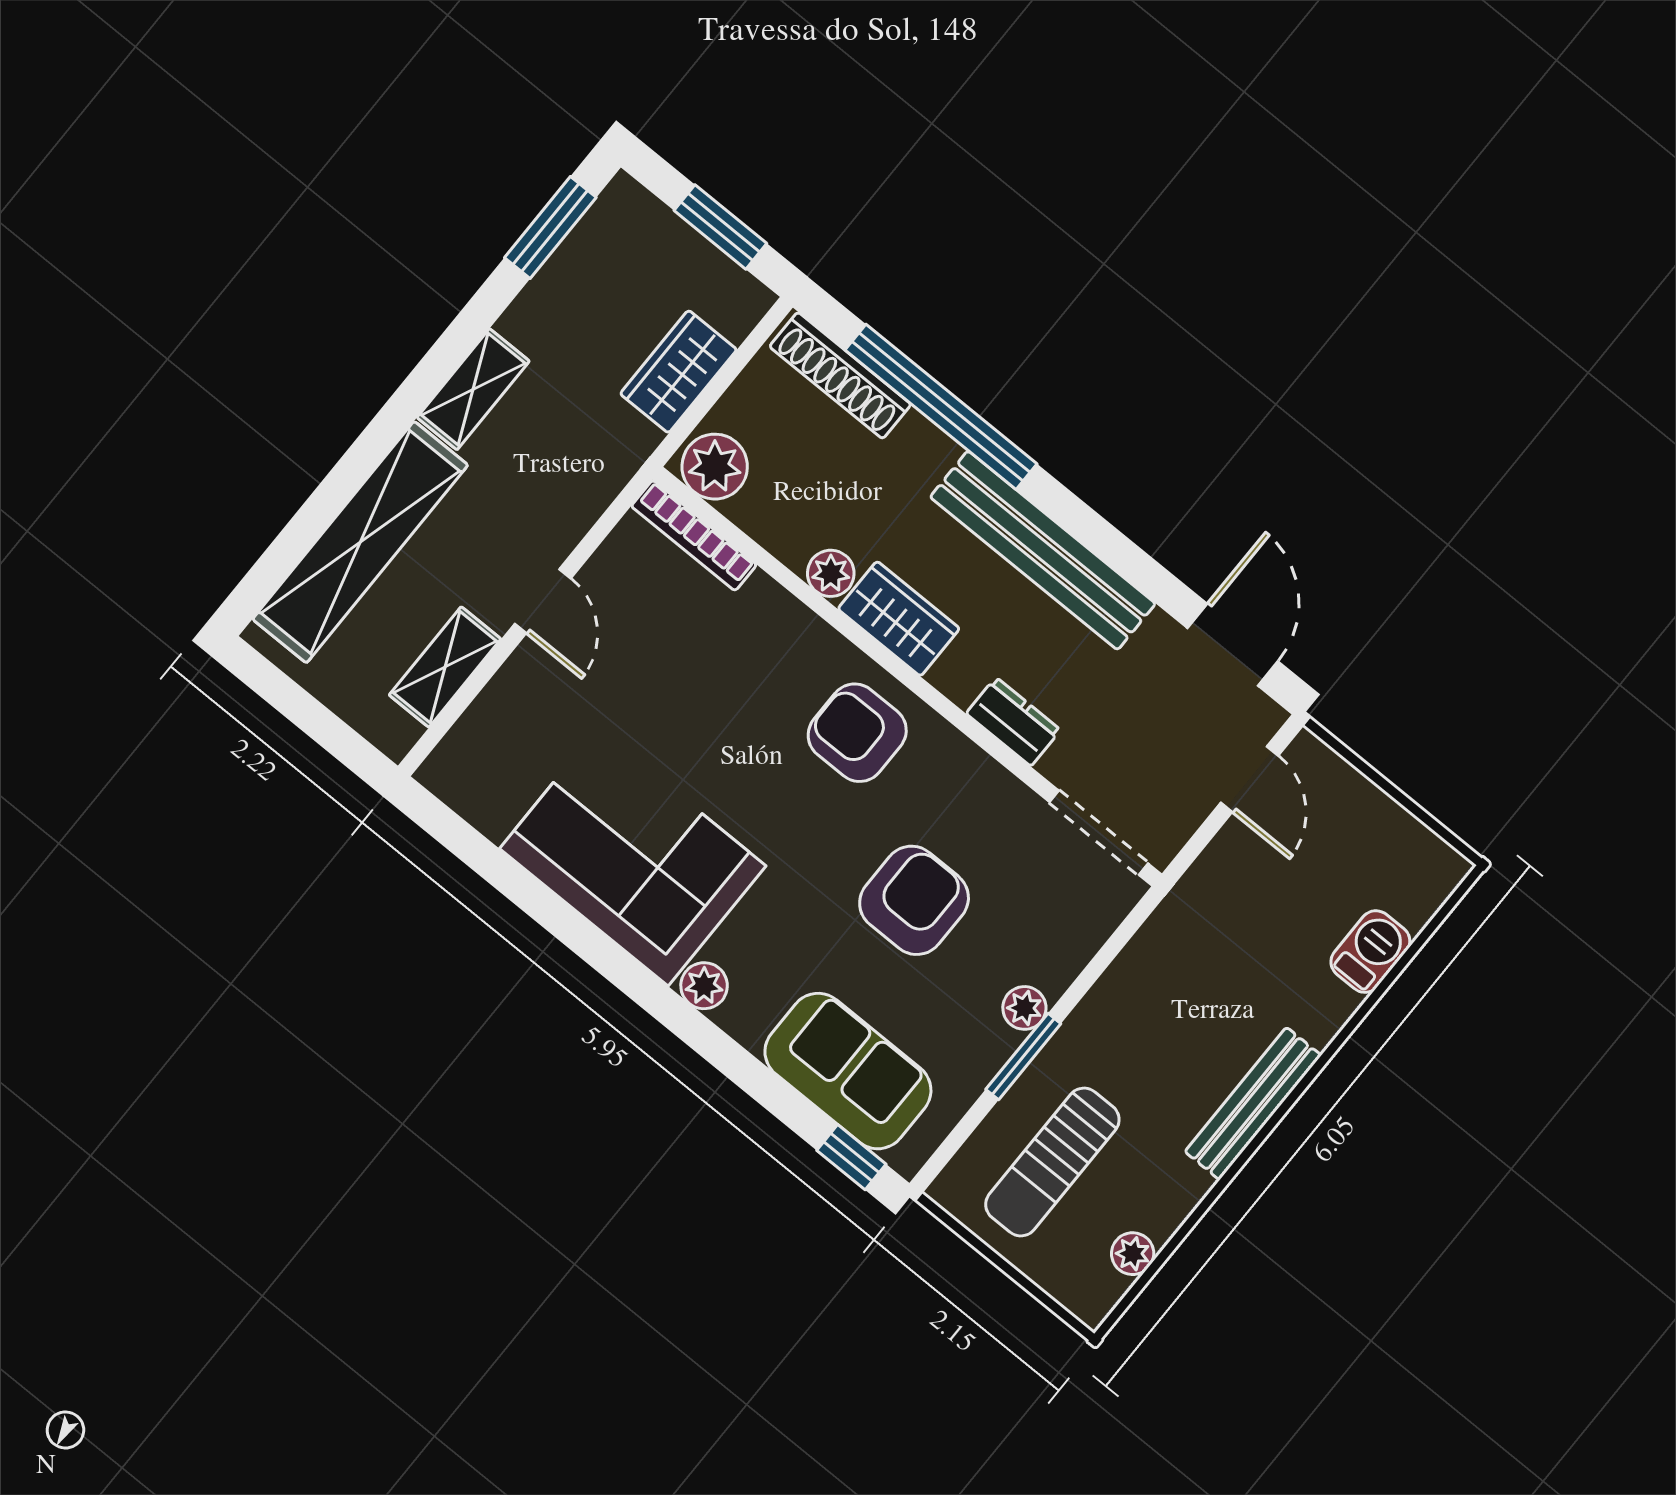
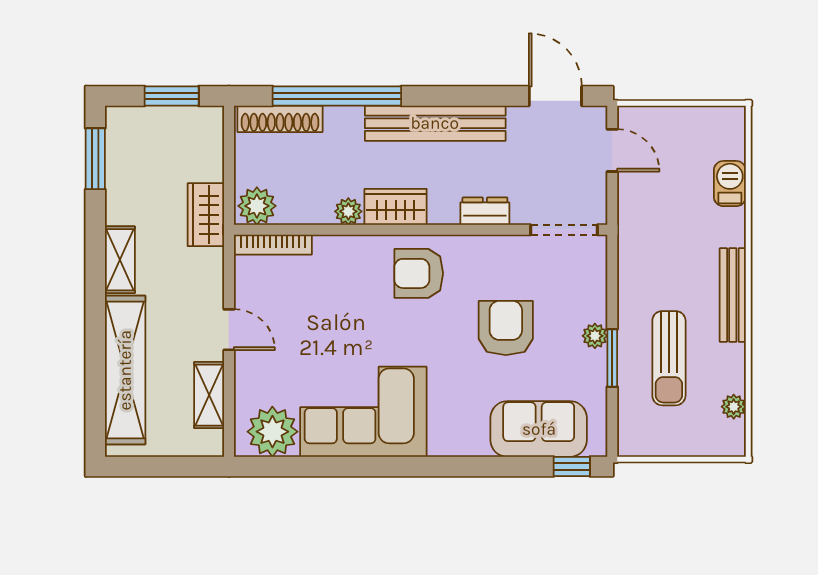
wardrobe: (678, 372) -> (206, 215), moved
plant: (704, 986) -> (272, 432), moved, width x1.87, depth x1.87
sun lounger: (1052, 1162) -> (669, 358), moved

